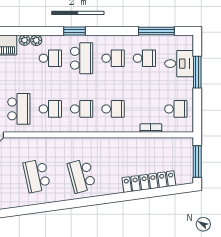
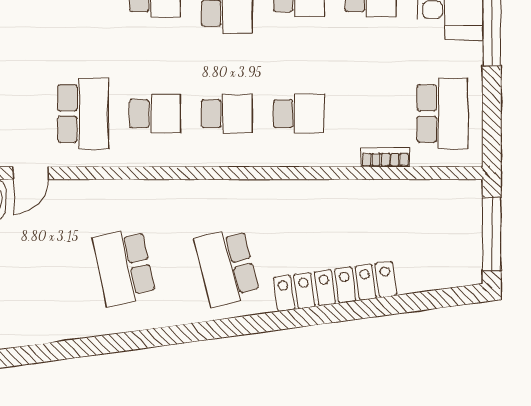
school desk: (176, 109) -> (443, 114), width x1.85
locker: (149, 182) -> (335, 286), moved

